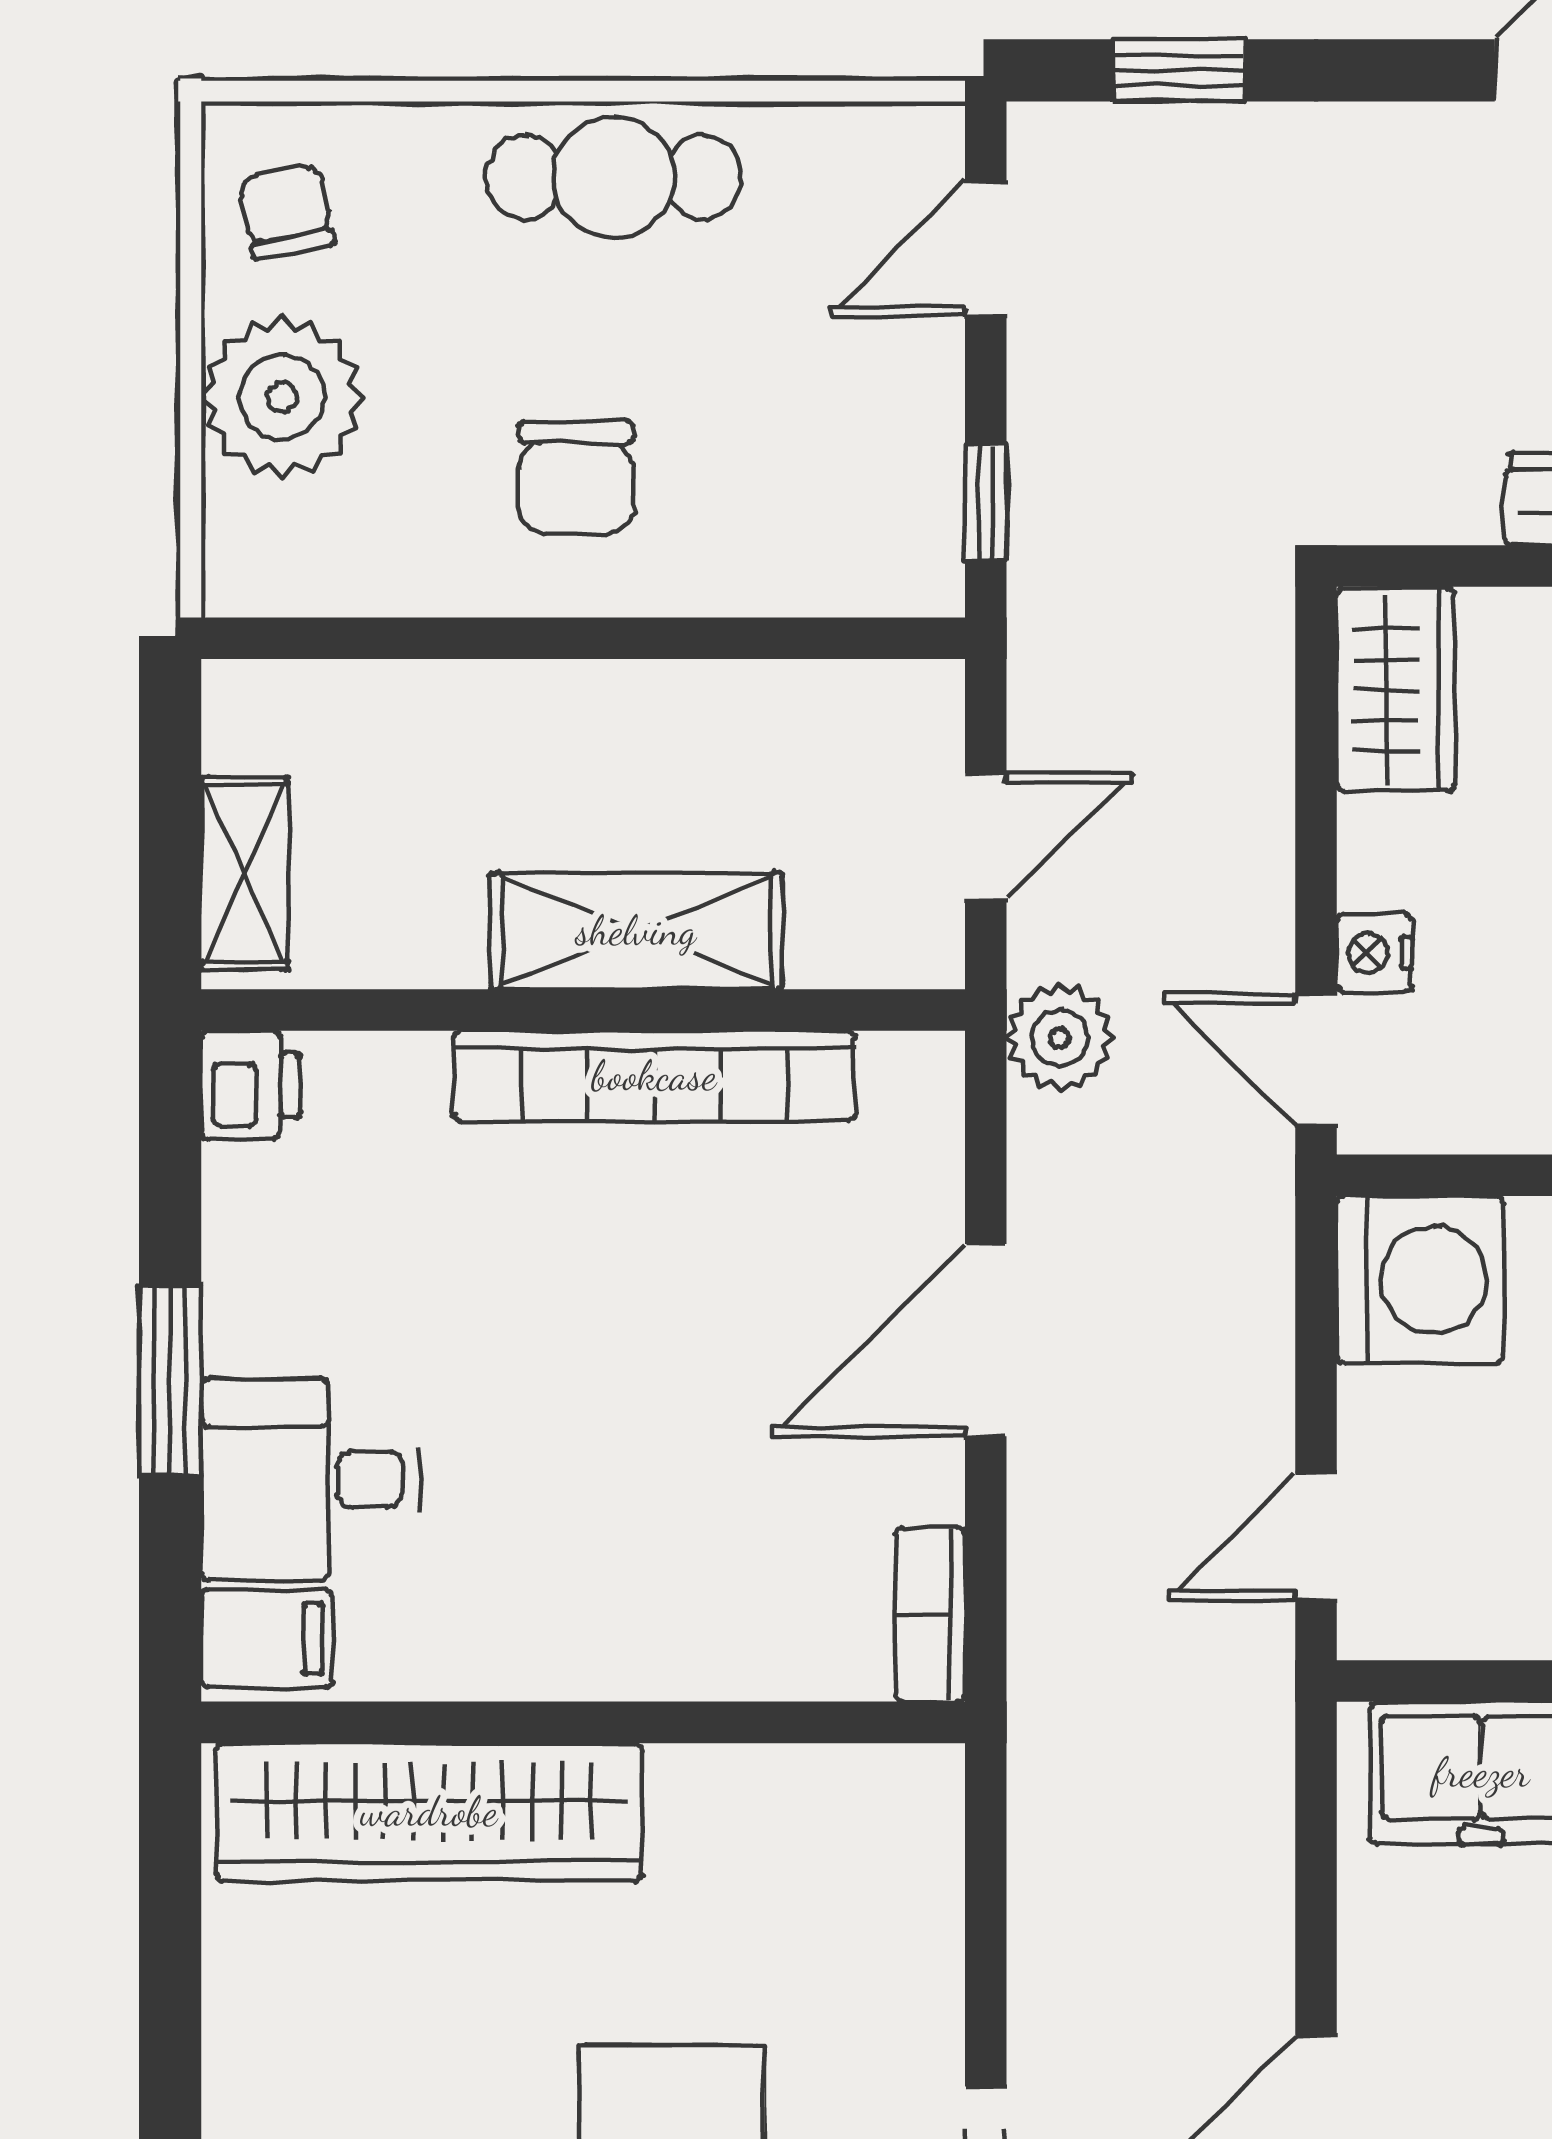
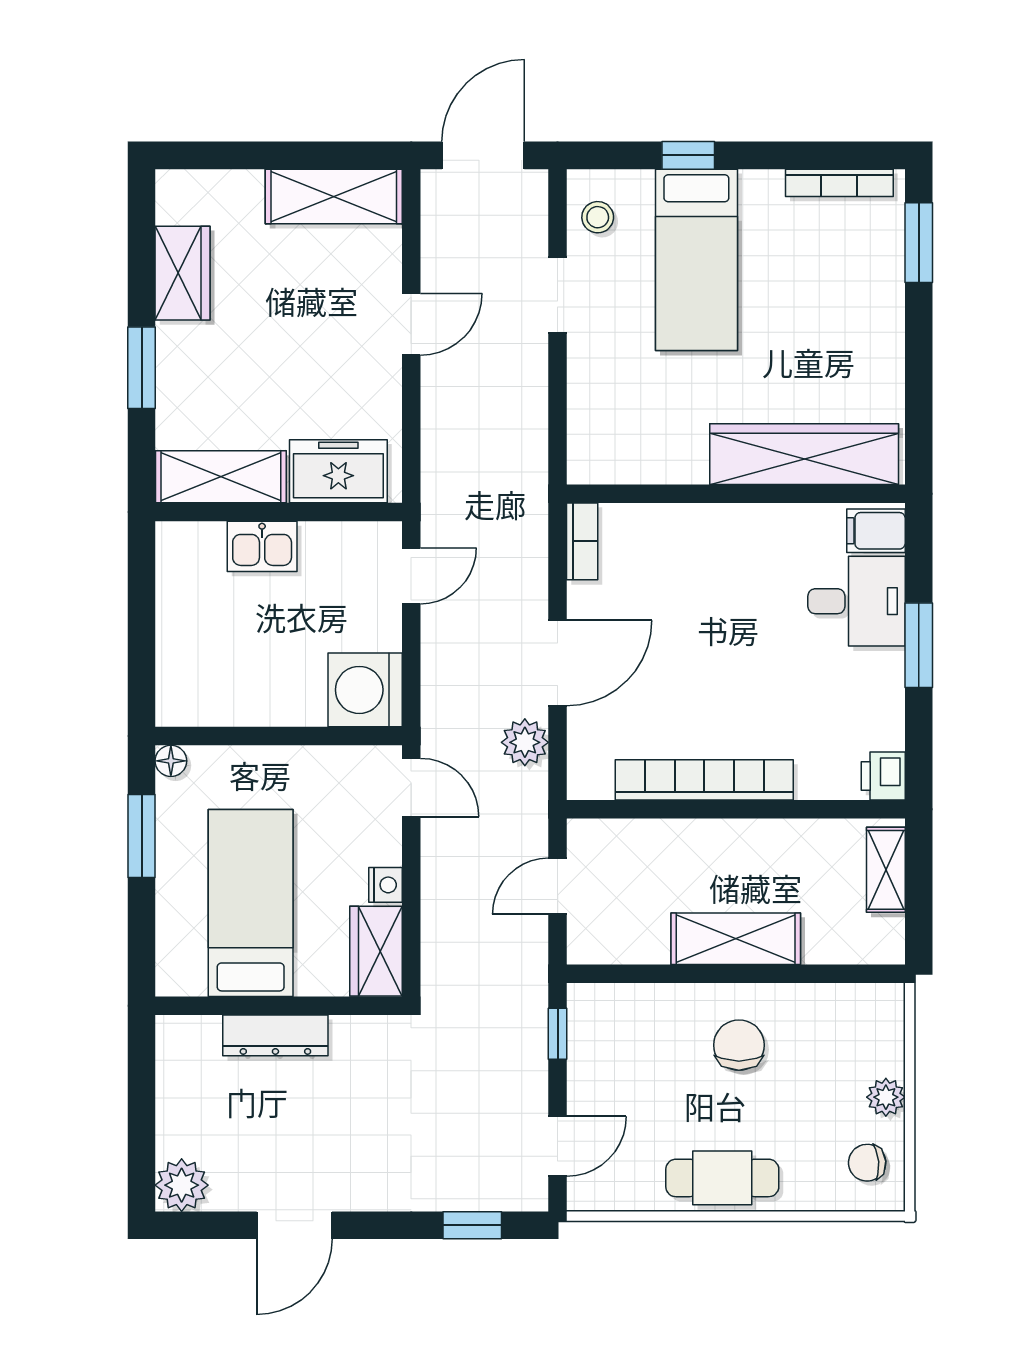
chair: (287, 212) -> (867, 1163), turned 96
plant: (282, 397) -> (886, 1097), width x0.53, depth x0.53
shelving: (636, 931) -> (736, 939), moved
nightstand: (1374, 953) -> (385, 885), moved
plant: (1060, 1038) -> (525, 742), moved

